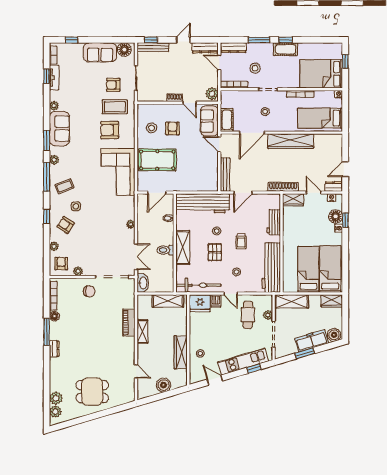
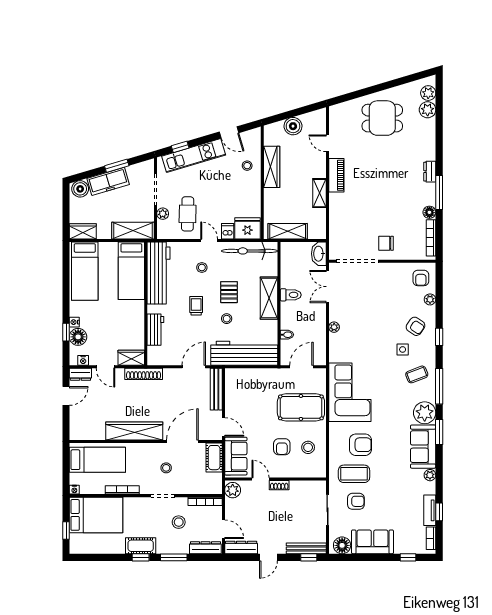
plant: (54, 160) -> (425, 413), width x1.87, depth x1.87
bed: (308, 269) -> (131, 271), moved
plant: (78, 271) -> (400, 268), removed
piano: (129, 323) -> (336, 175), moved

